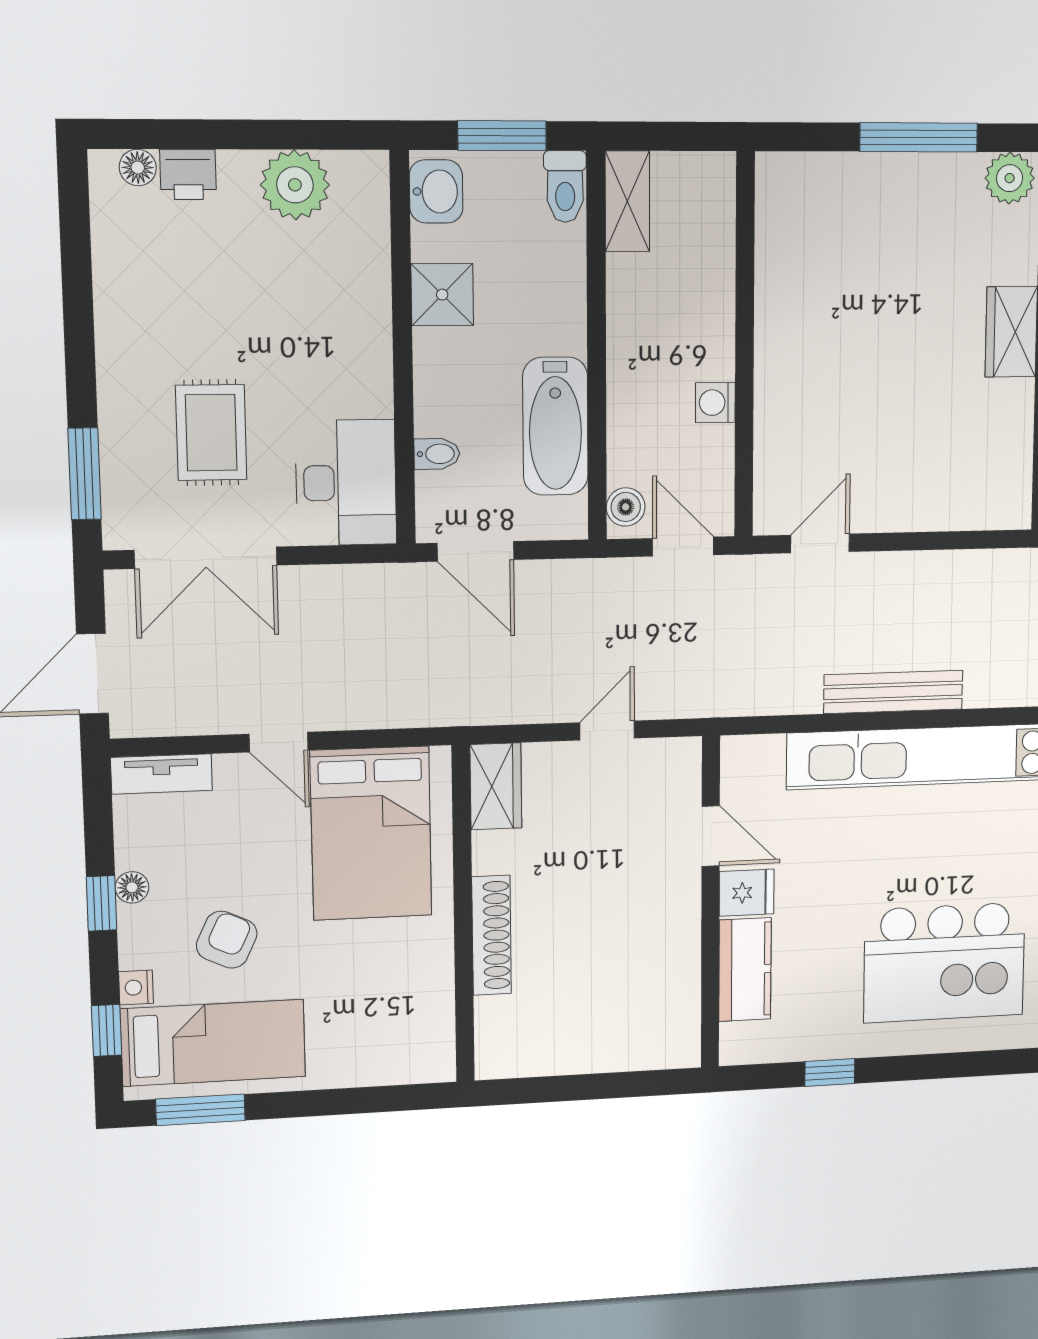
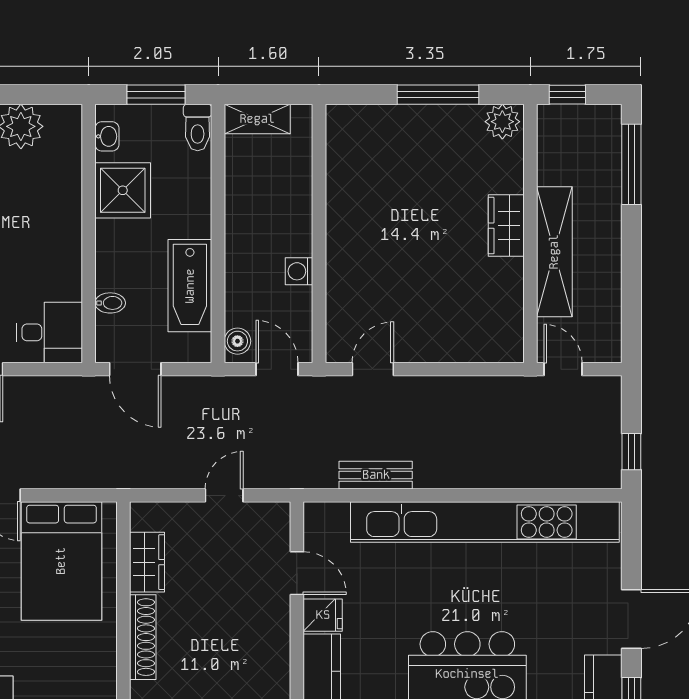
washbasin: (436, 191) -> (107, 136), width x0.72, depth x0.69
shelving: (627, 201) -> (257, 119), moved, turned 90
shower: (442, 295) -> (123, 190), width x1.36, depth x1.36
desk: (346, 483) -> (50, 332), width x0.73
bench: (893, 692) -> (376, 475), moved, width x0.73
wardrobe: (496, 786) -> (147, 562), moved

